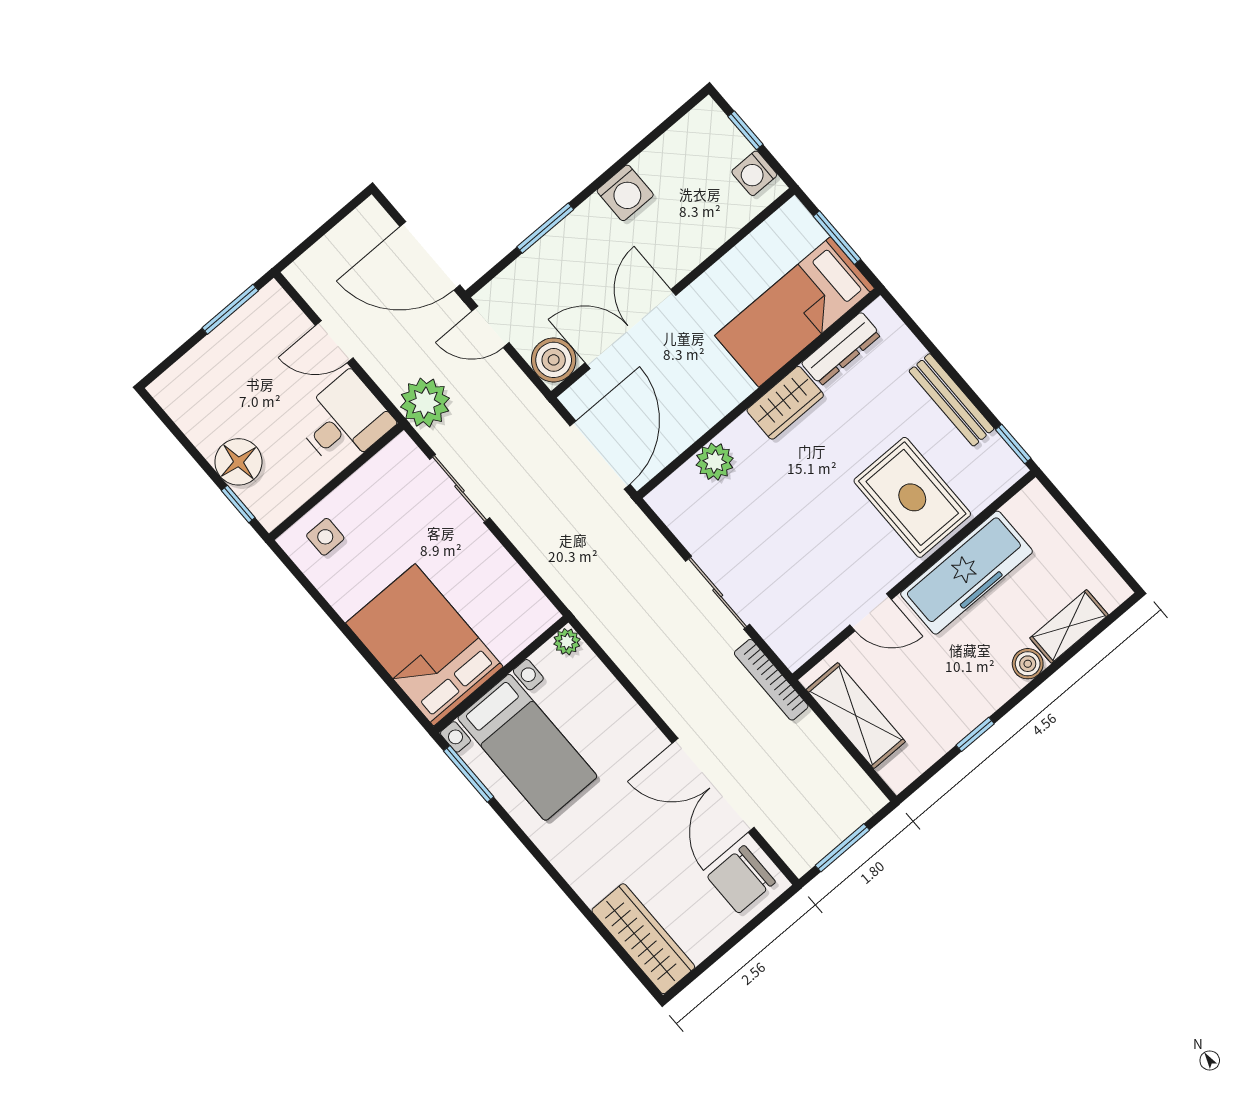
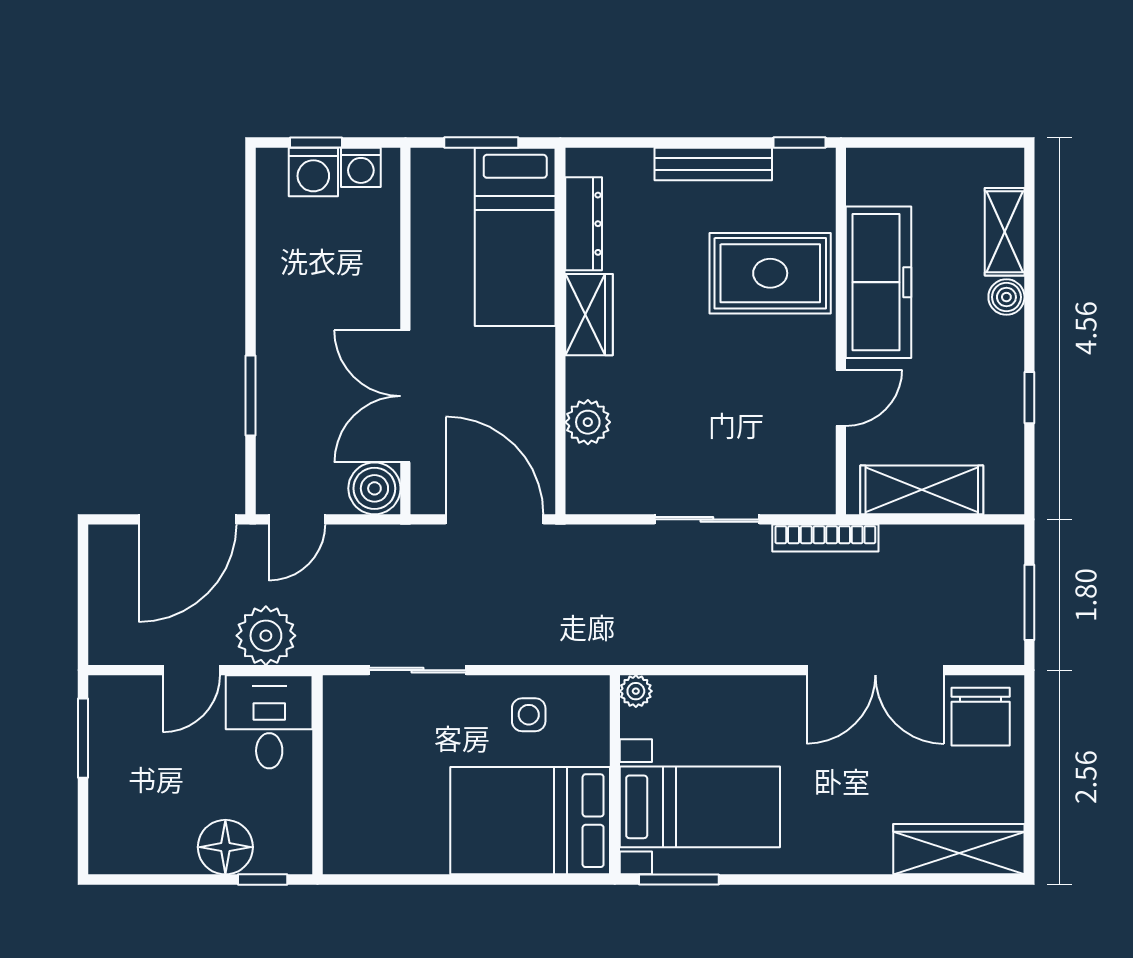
washing machine: (625, 193) -> (313, 172), moved, turned 90
plant: (425, 403) -> (266, 636), moved
side table: (325, 537) -> (529, 715), moved

